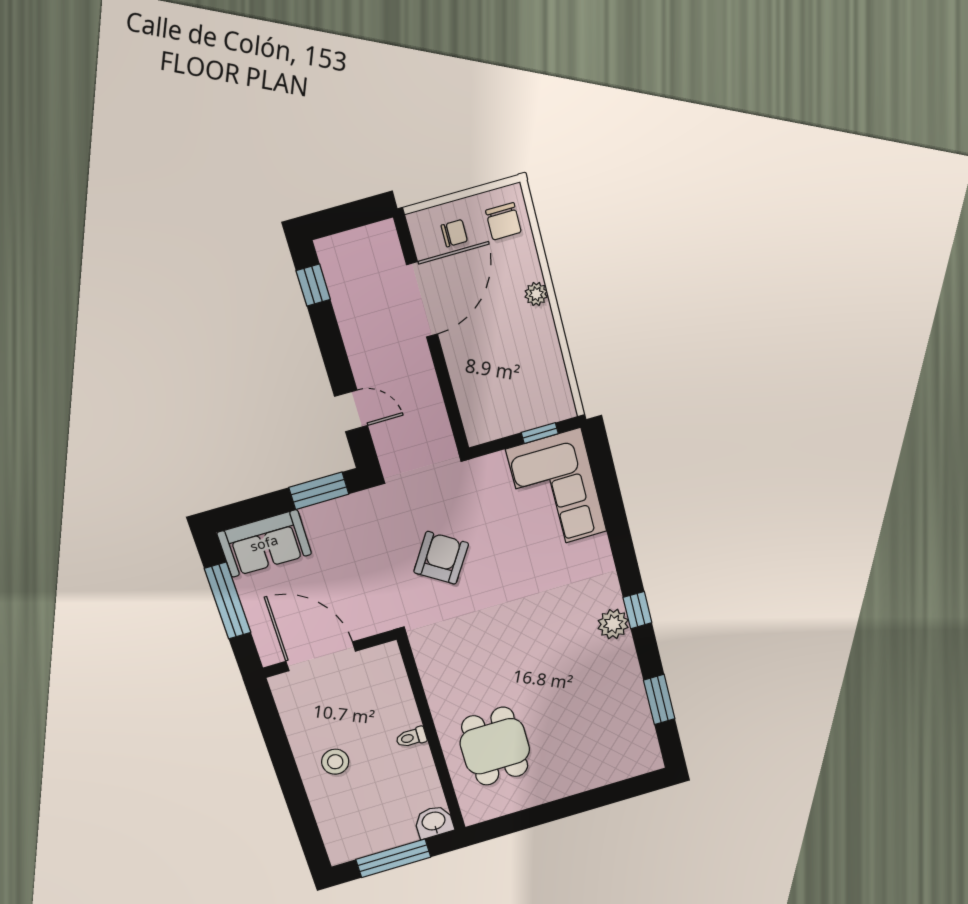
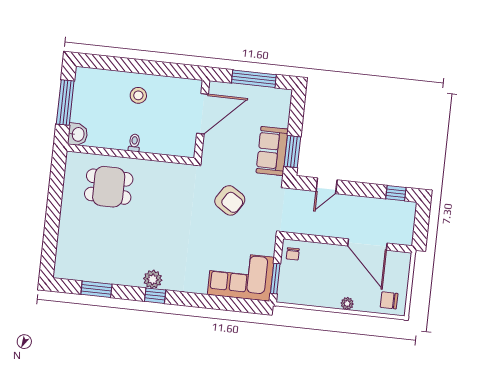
chair: (454, 233) -> (293, 254), moved
window: (540, 433) -> (275, 279), width x1.50
sofa: (264, 543) -> (272, 151), moved

